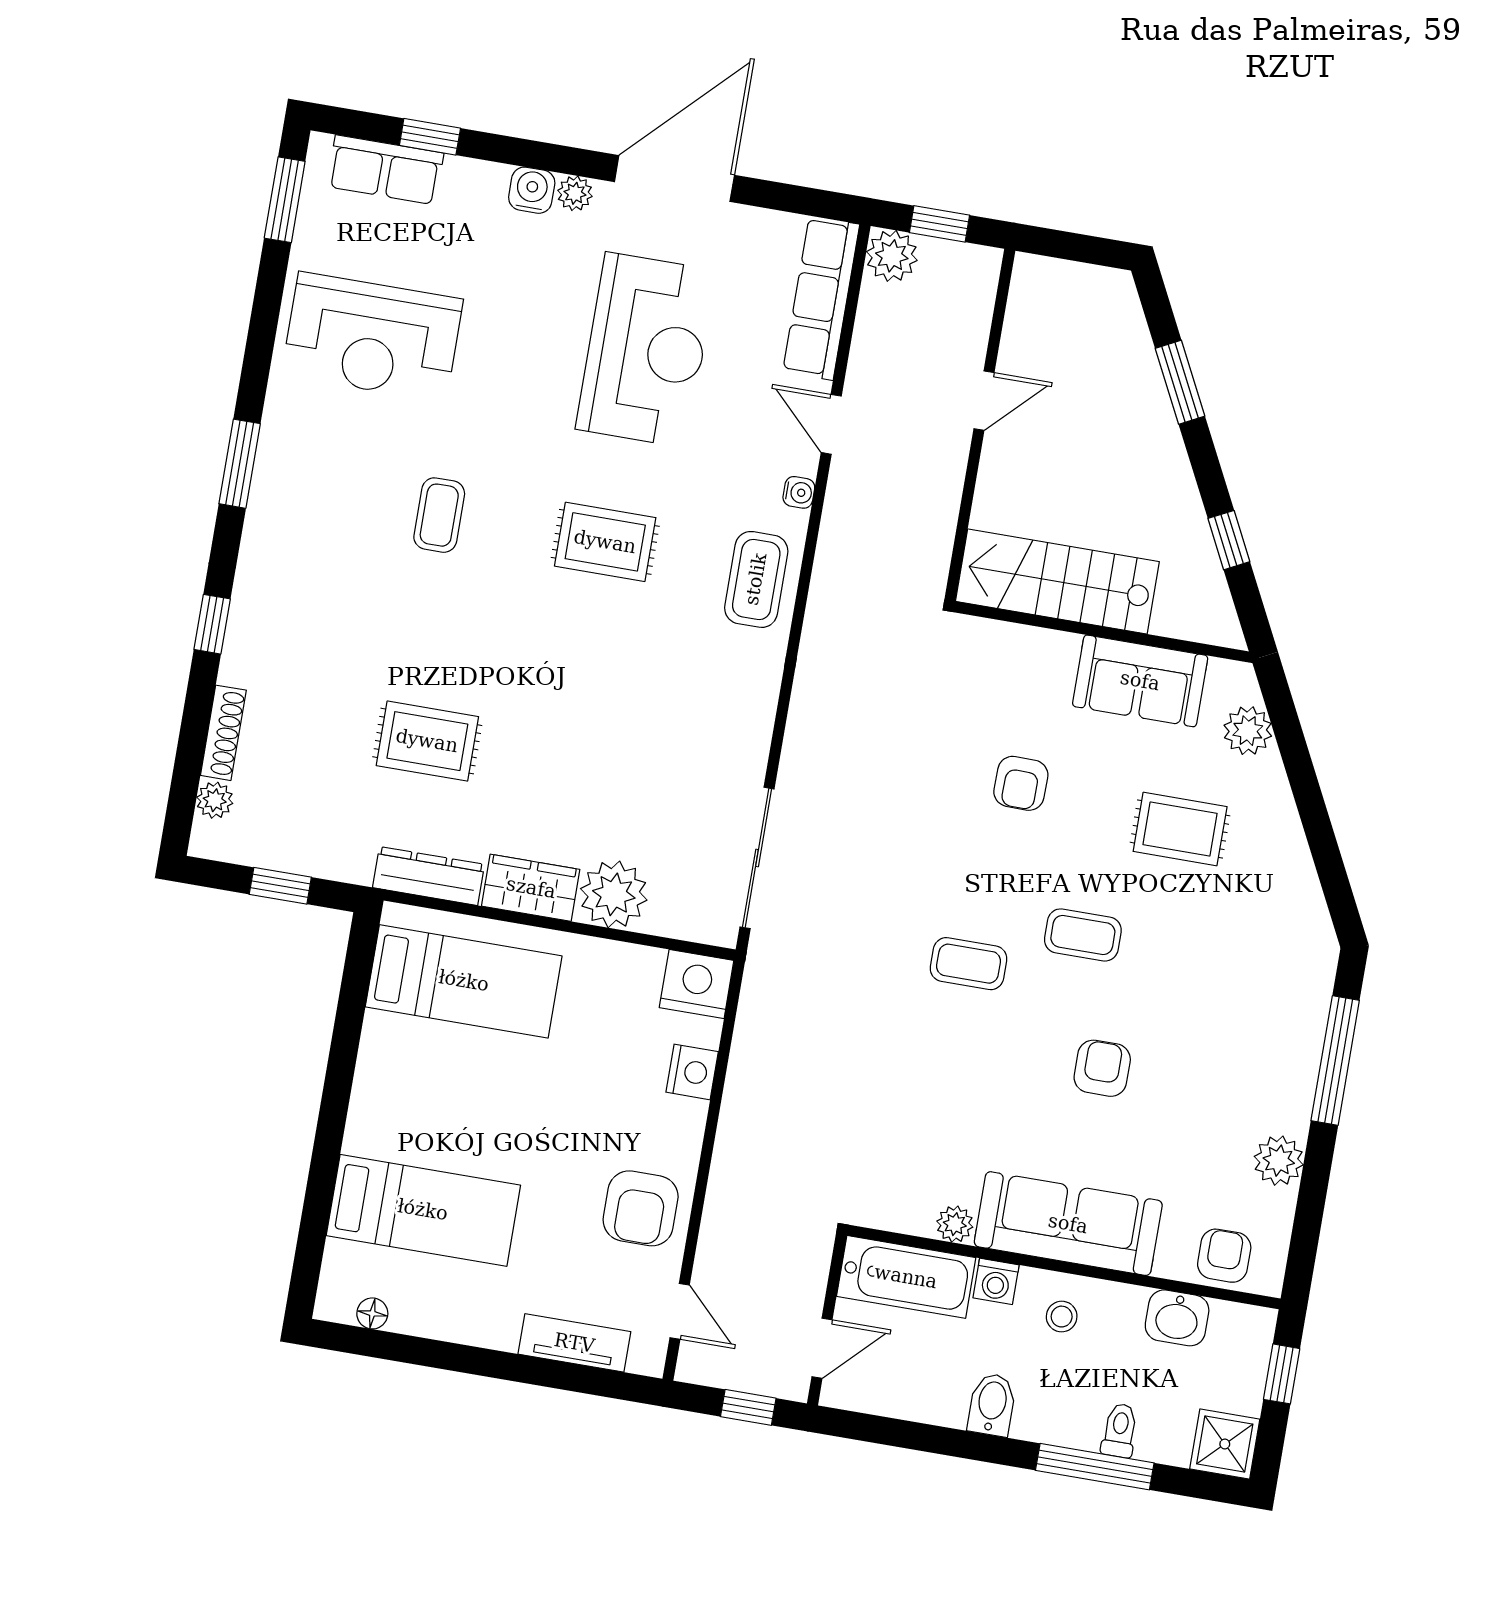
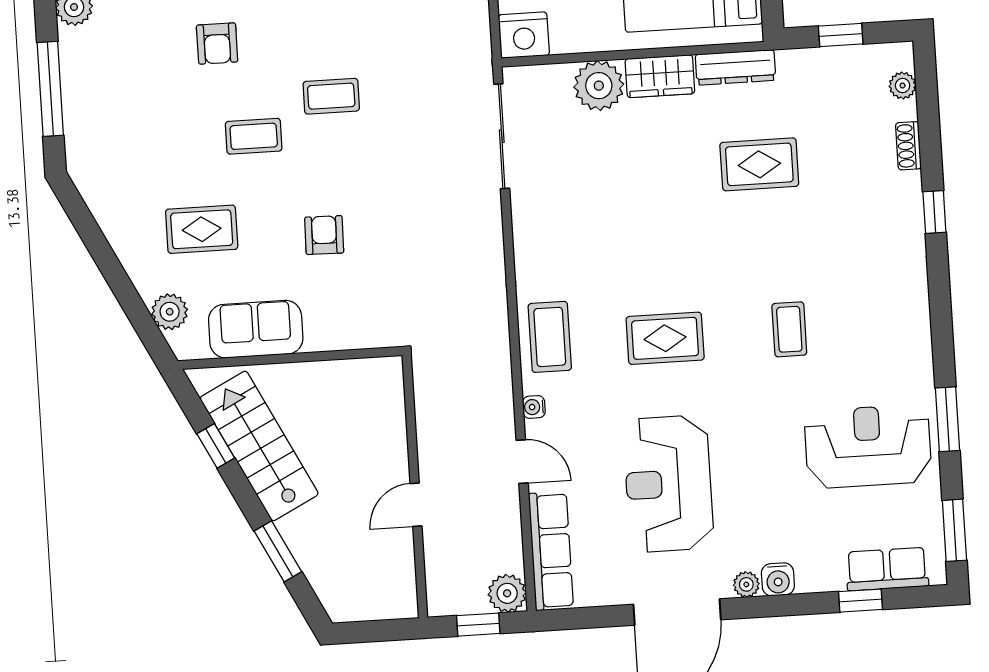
window: (240, 464) -> (947, 419), moved
stairs: (1057, 581) -> (259, 446), moved, turned -117
shoe rack: (223, 733) -> (908, 146), width x0.70

